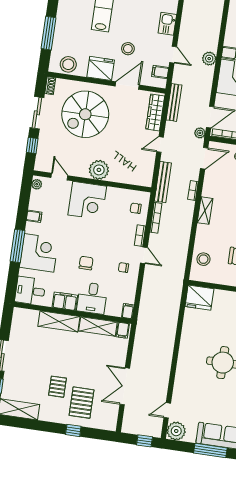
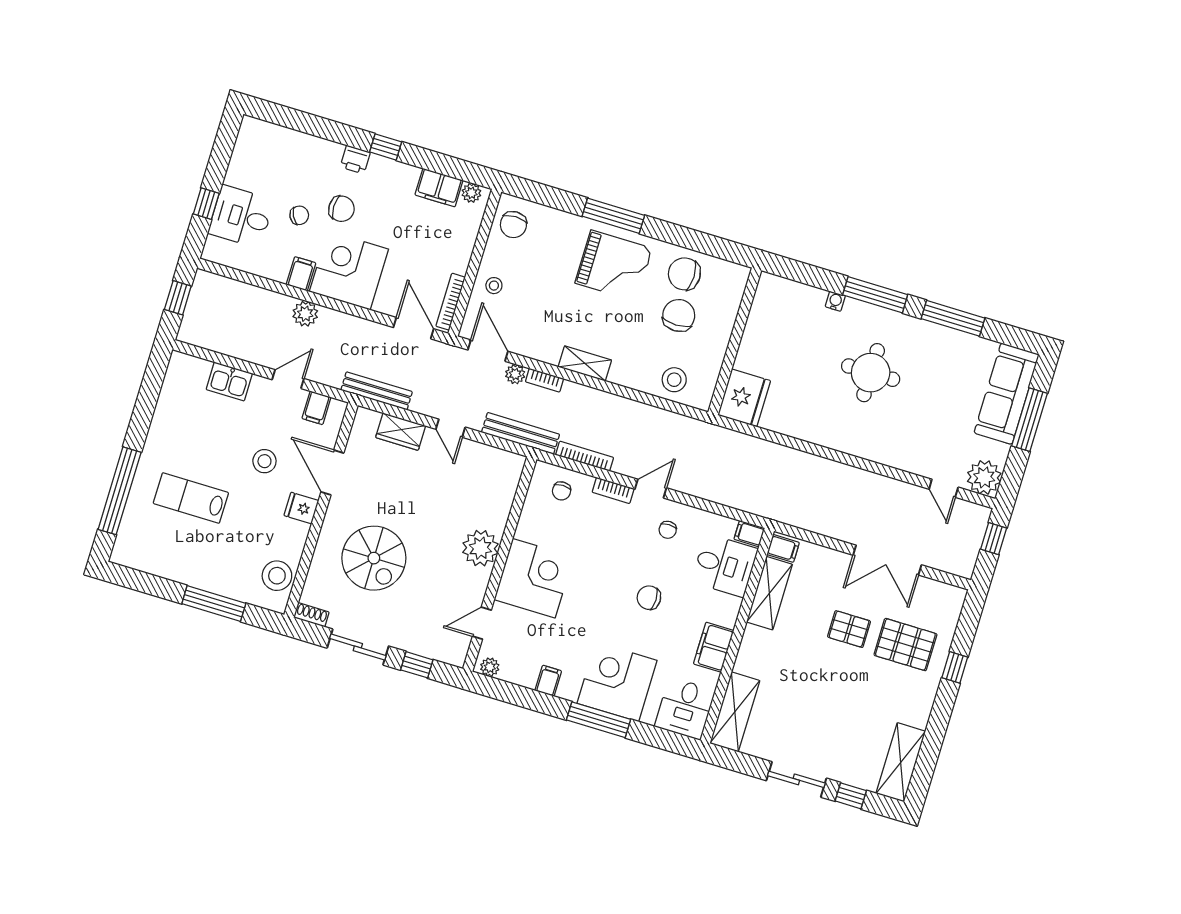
fridge: (101, 68) -> (301, 508), width x0.53, depth x0.75
wardrobe: (155, 113) -> (401, 432), width x0.67
spiral stairs: (85, 114) -> (374, 558), width x0.73, depth x0.73
plant: (200, 133) -> (515, 374), moved
desk: (92, 298) -> (725, 565), moved
shelving: (59, 321) -> (735, 712), moved
pallet: (57, 387) -> (849, 629), moved

